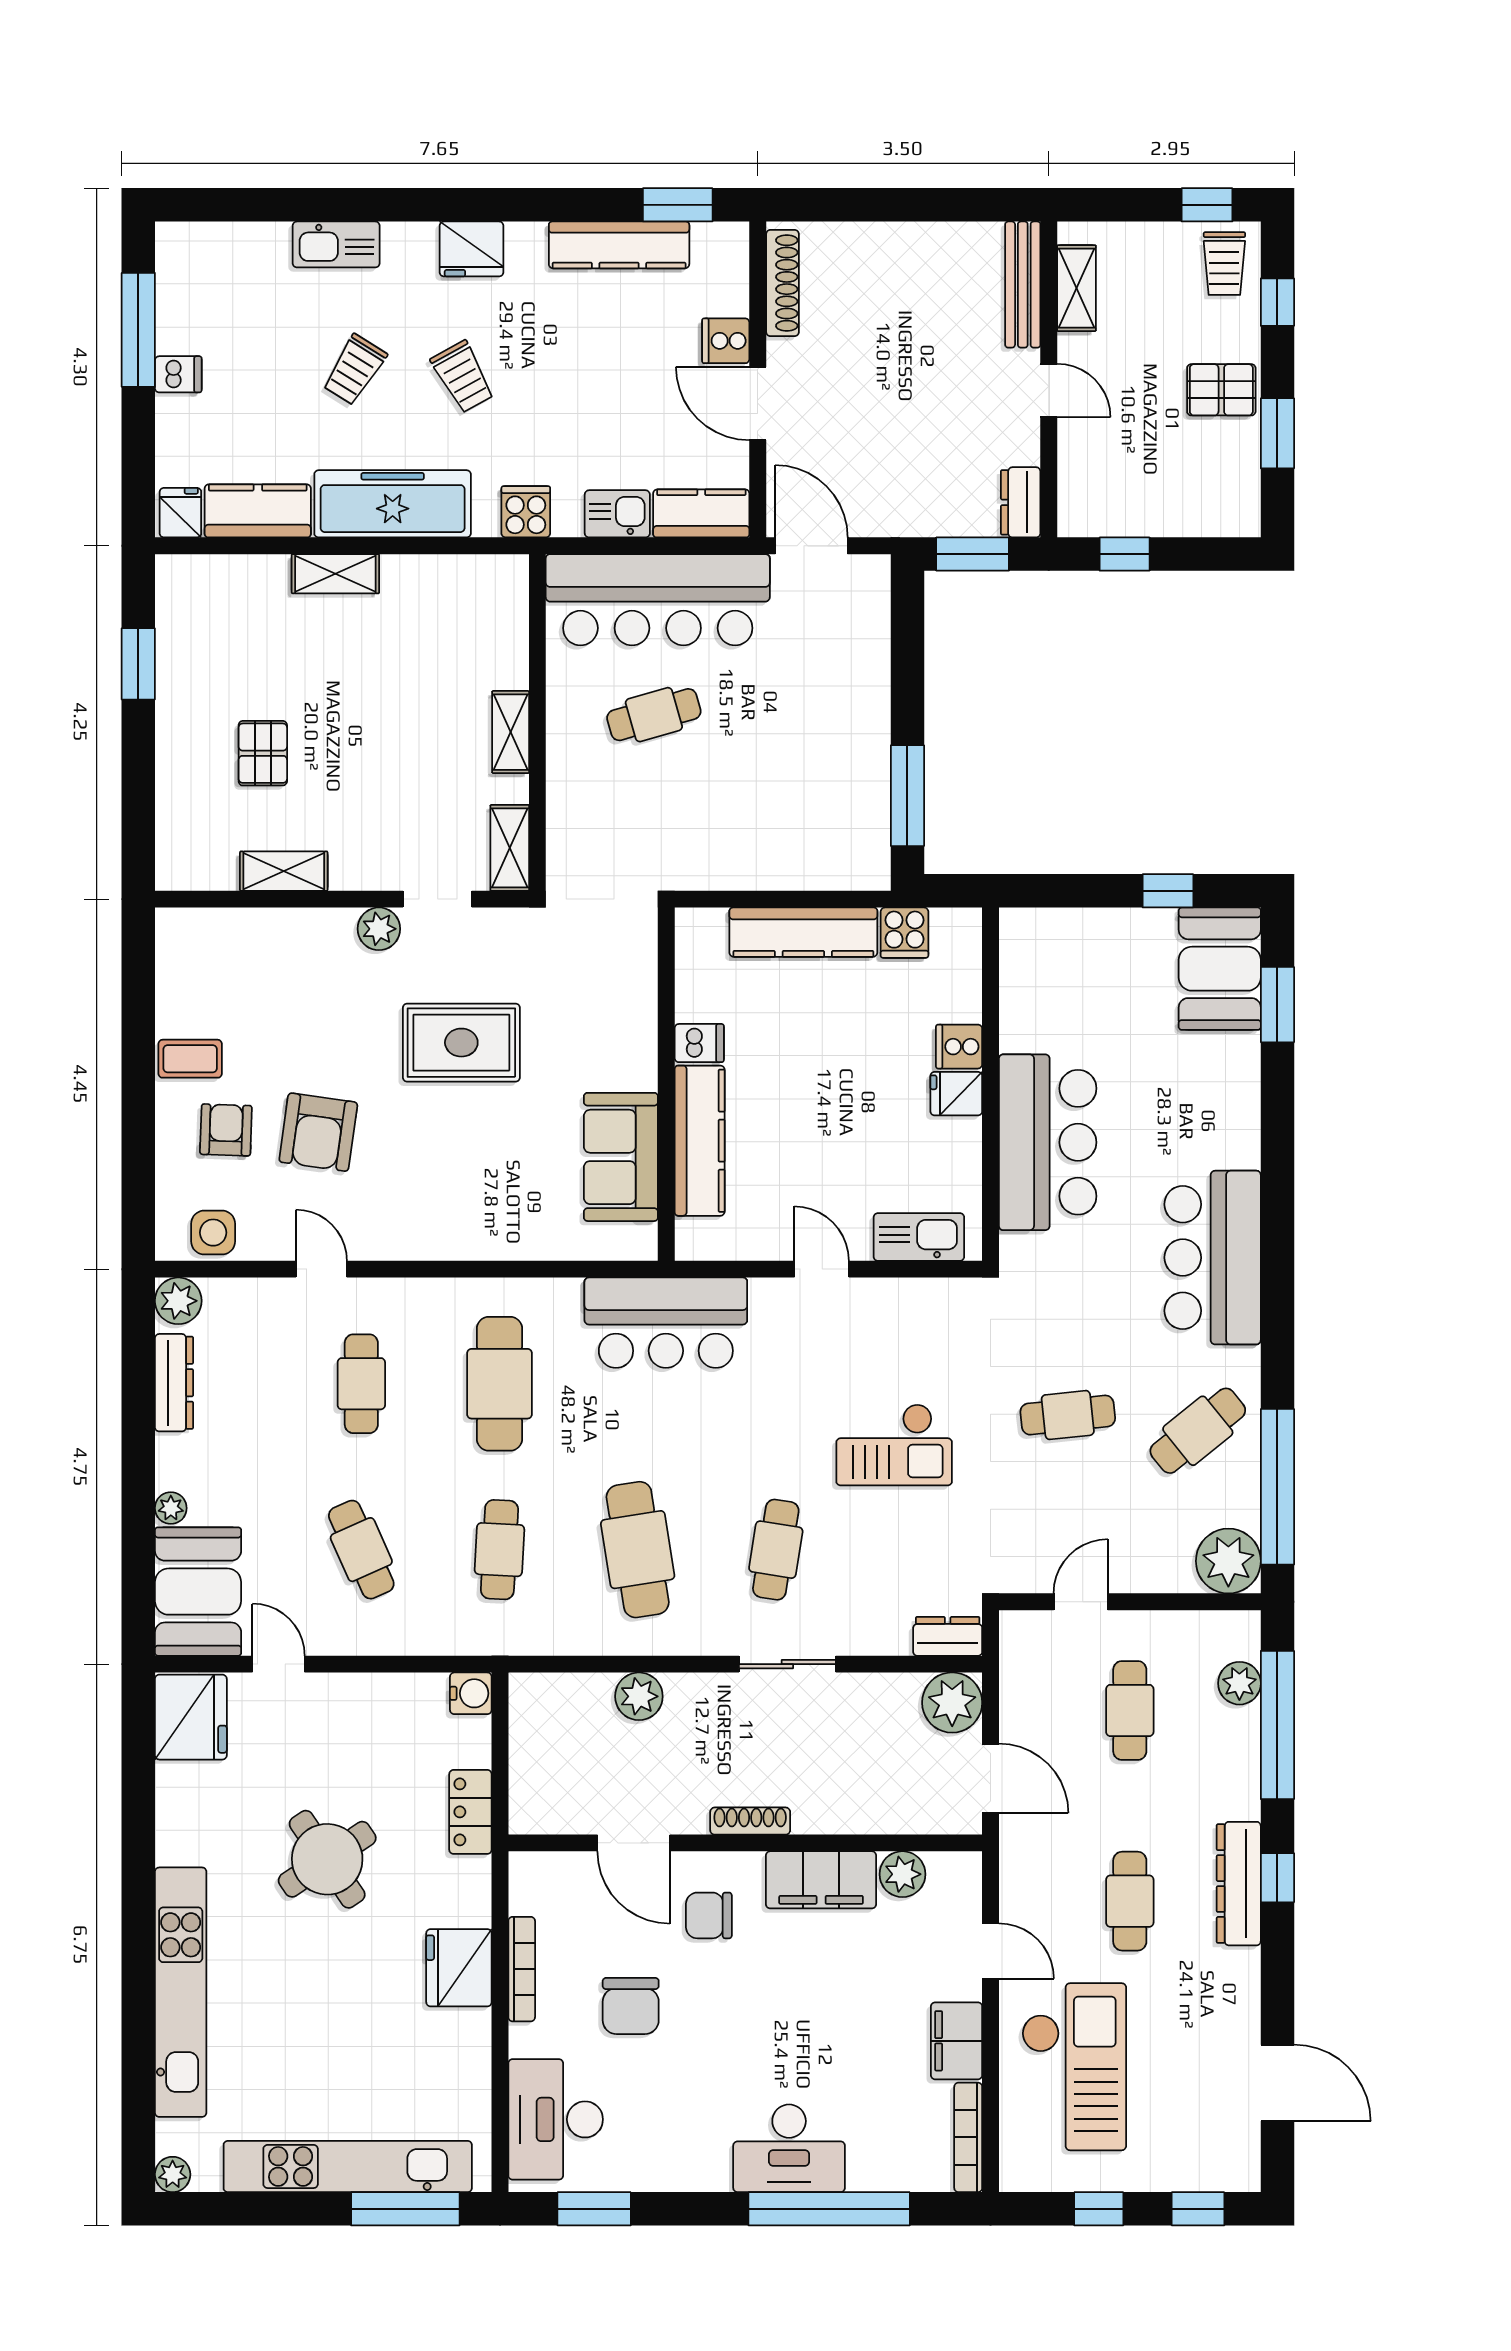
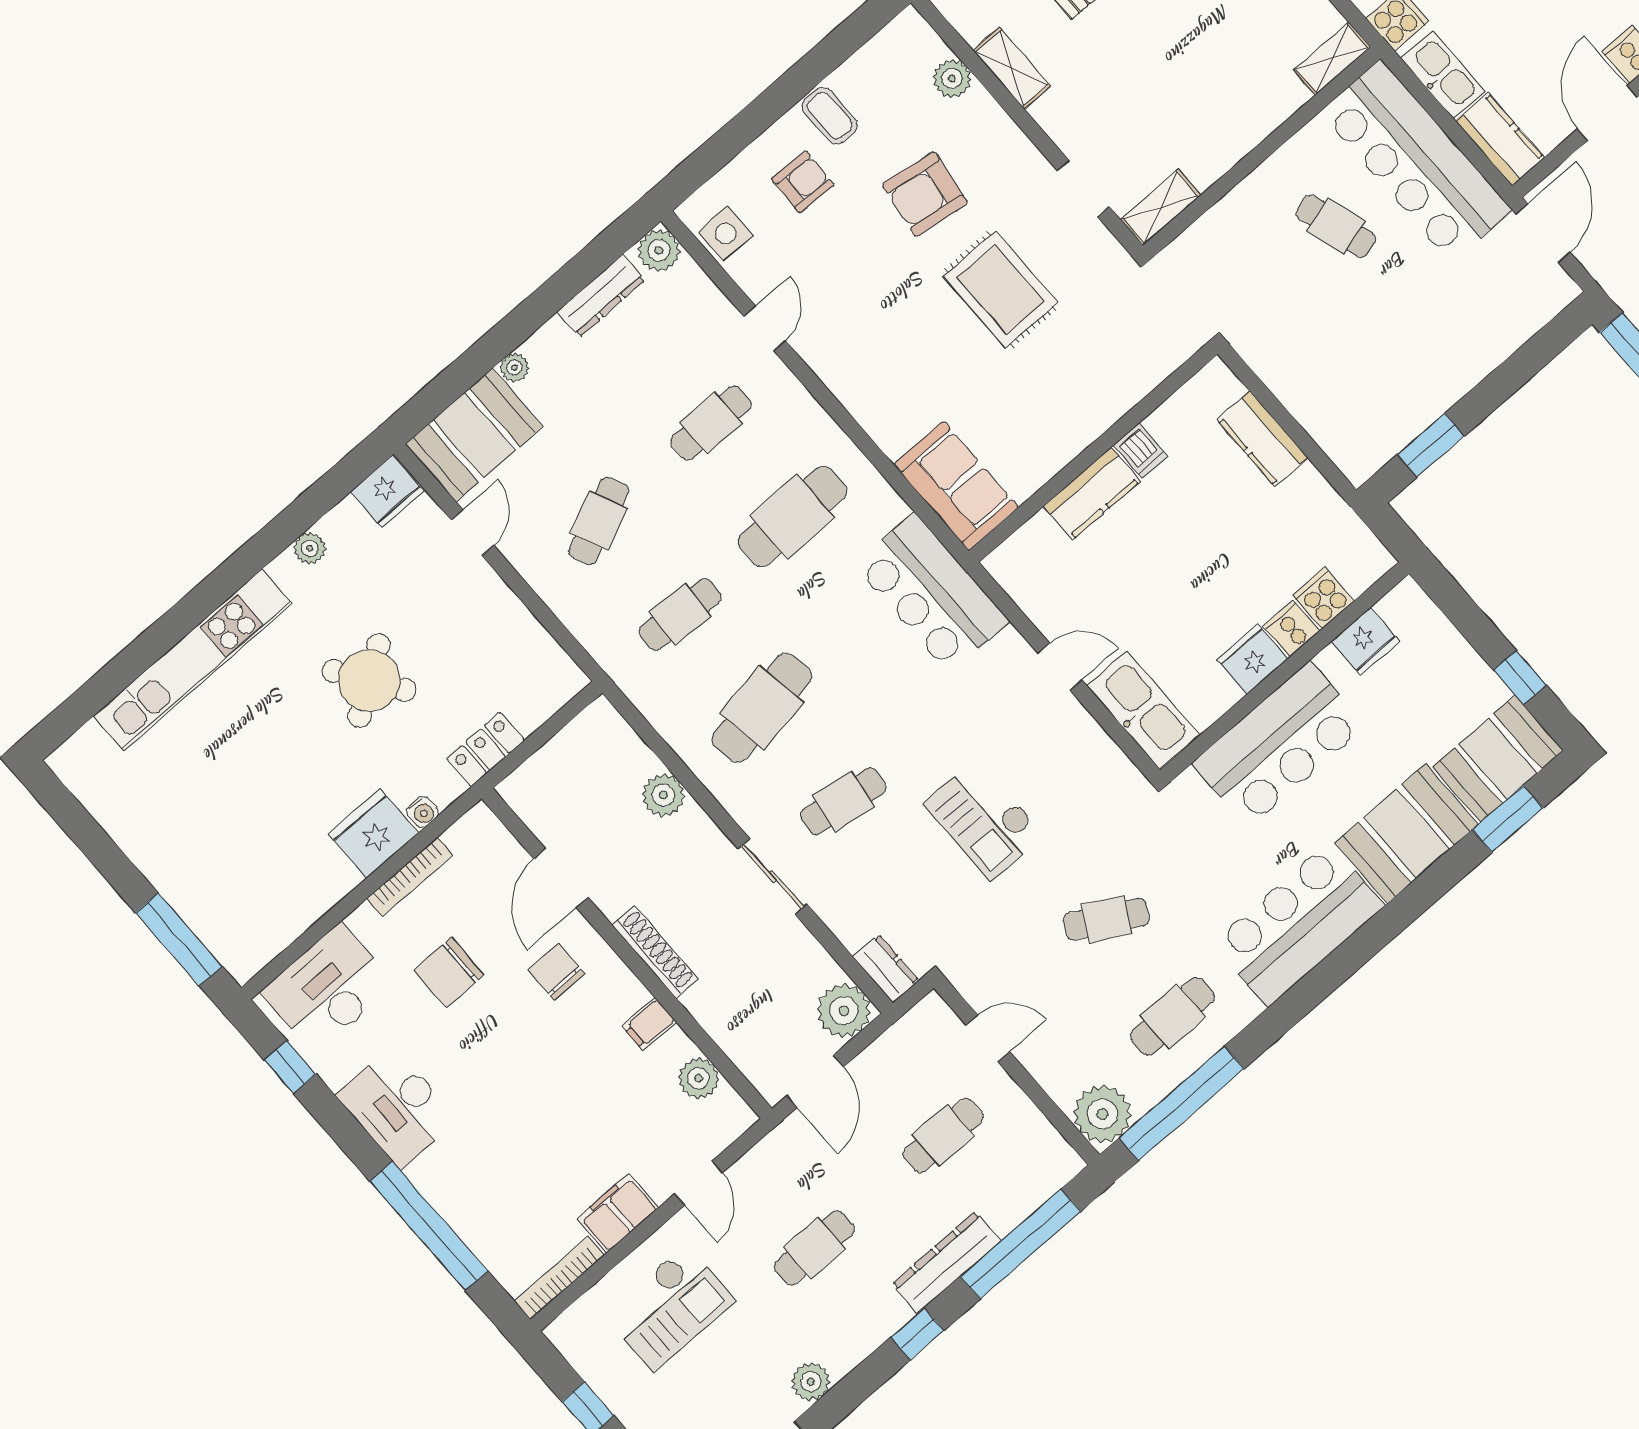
kitchen sink: (617, 514) -> (1443, 75), width x1.38
shelving: (511, 732) -> (1332, 59), moved
window: (907, 796) -> (1431, 445), width x0.69
plant: (379, 929) -> (952, 78), moved
kitchen counter: (803, 932) -> (1262, 439), width x0.67
cooker: (904, 933) -> (1324, 598), moved, turned 90
fridge: (1024, 994) -> (1365, 641), added
fridge: (956, 1094) -> (1252, 659), width x1.38
booth: (1216, 1100) -> (1407, 834), added
armchair: (318, 1132) -> (925, 194), moved
kitchen counter: (700, 1141) -> (1092, 494), width x0.67
sofa: (621, 1157) -> (956, 486), moved, turned 90
kitchen sink: (919, 1237) -> (1143, 710), width x1.36, depth x1.24
door: (822, 1269) -> (1060, 667), hinge flipped
cafe table: (1068, 1415) -> (1106, 919), turned -55
cafe table: (1198, 1431) -> (1173, 1016), turned -51
plant: (1239, 1683) -> (811, 1382), moved
water cooler: (471, 1693) -> (422, 812), moved, width x0.72, depth x0.72
fridge: (191, 1717) -> (387, 492), width x0.73, depth x0.75
shoe rack: (750, 1821) -> (655, 952), width x1.36, depth x1.24
filing cabinet: (821, 1880) -> (649, 1024), width x0.33, depth x0.86
dresser: (1239, 1884) -> (946, 1262), moved
checkout: (1074, 2067) -> (669, 1308), width x0.73, depth x0.83
desk: (789, 2148) -> (397, 1107), moved
kitchen unit: (348, 2166) -> (173, 876), removed
plant: (173, 2174) -> (310, 548), moved
window: (594, 2209) -> (290, 1067), width x0.67

